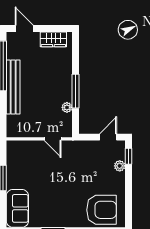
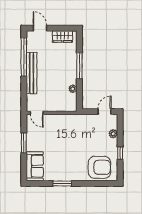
window: (75, 91) -> (79, 66), moved
door: (53, 139) -> (37, 113), moved
window: (128, 156) -> (120, 153), moved

